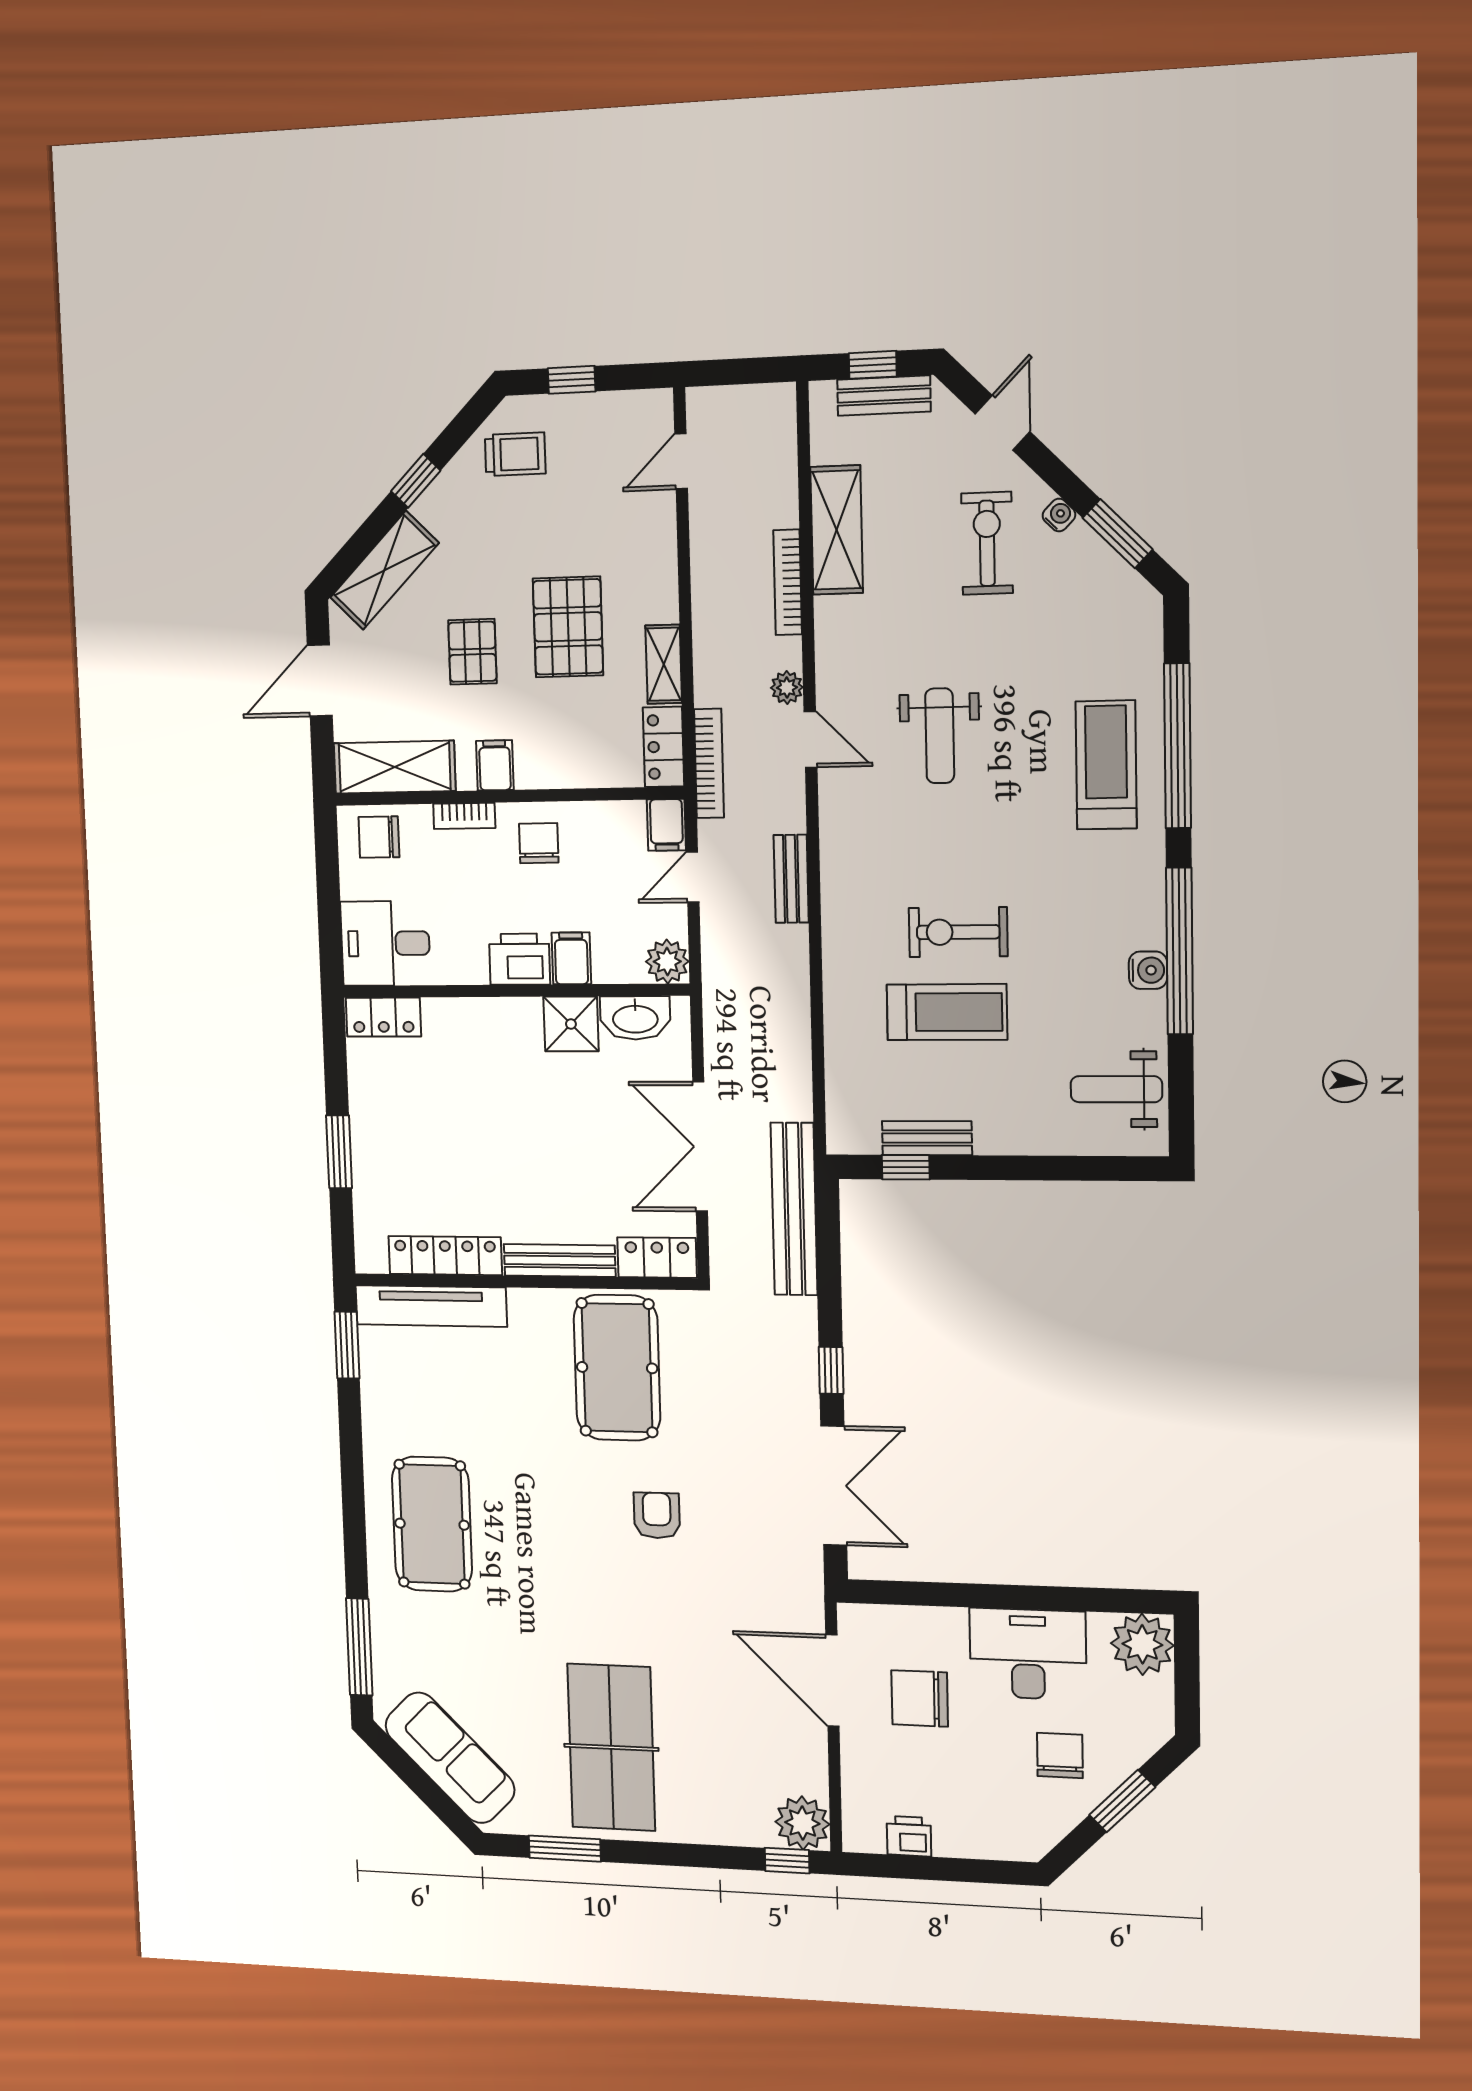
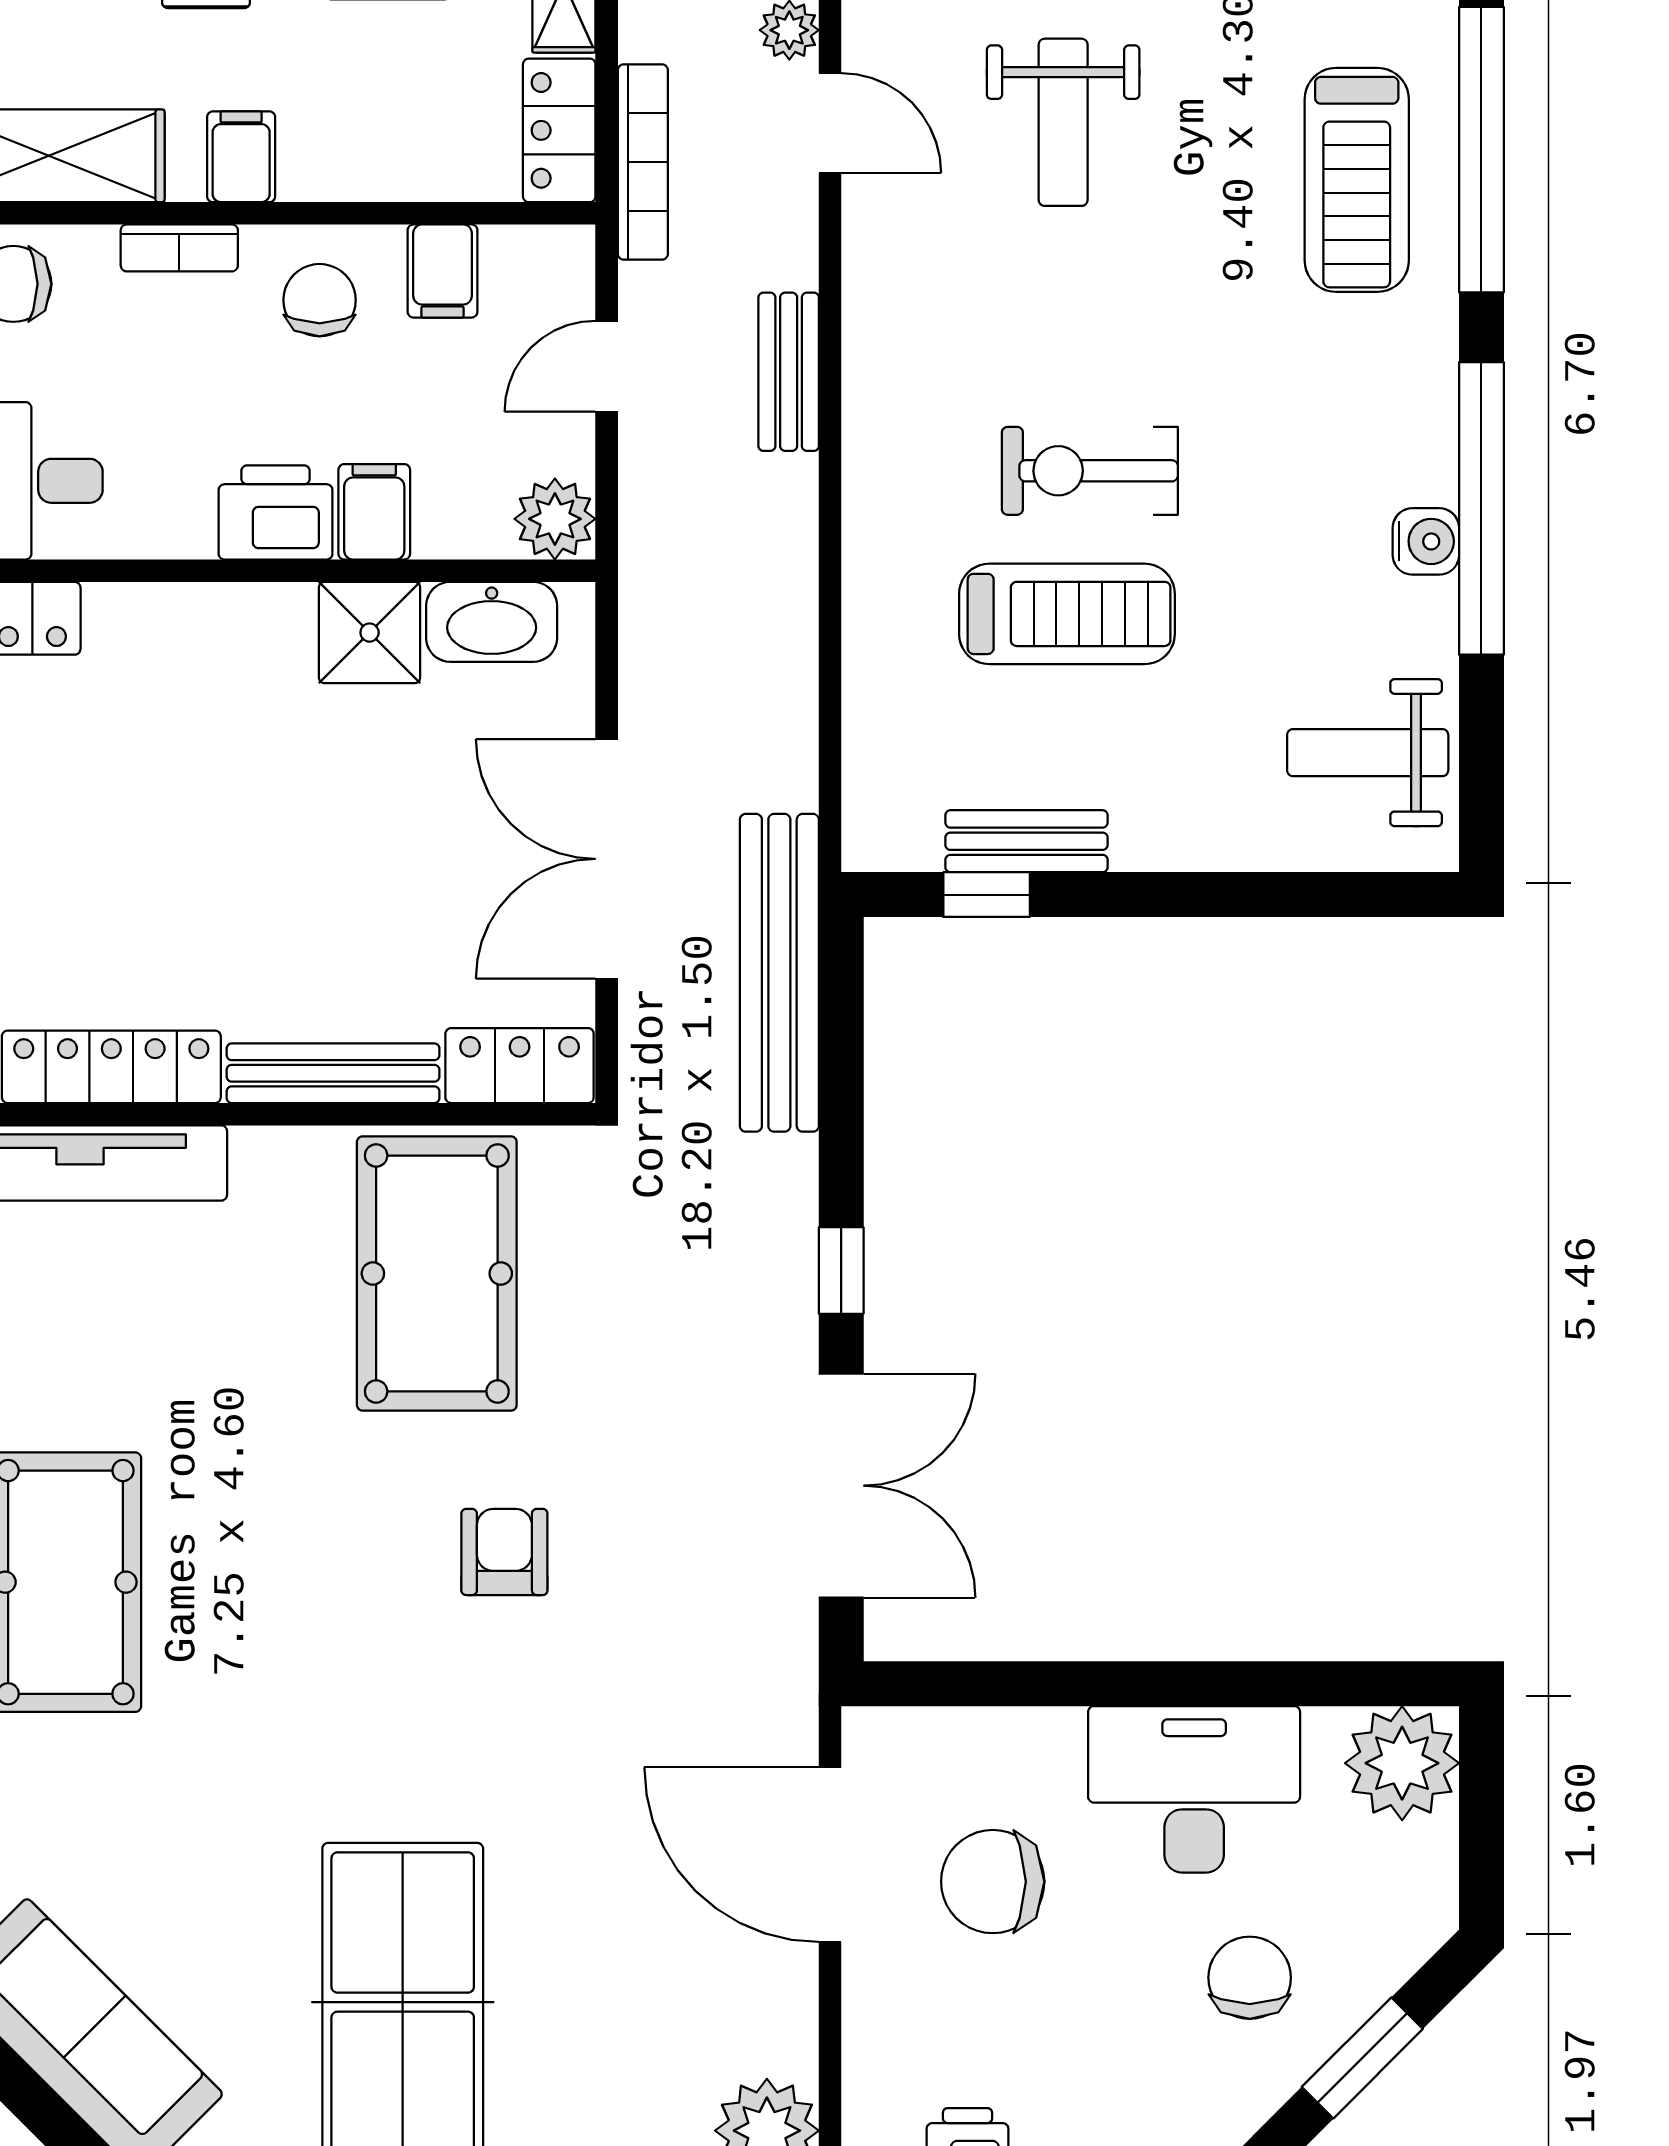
treadmill: (1106, 765) -> (1357, 180), turned 180
filing cabinet: (666, 825) -> (443, 271), moved

